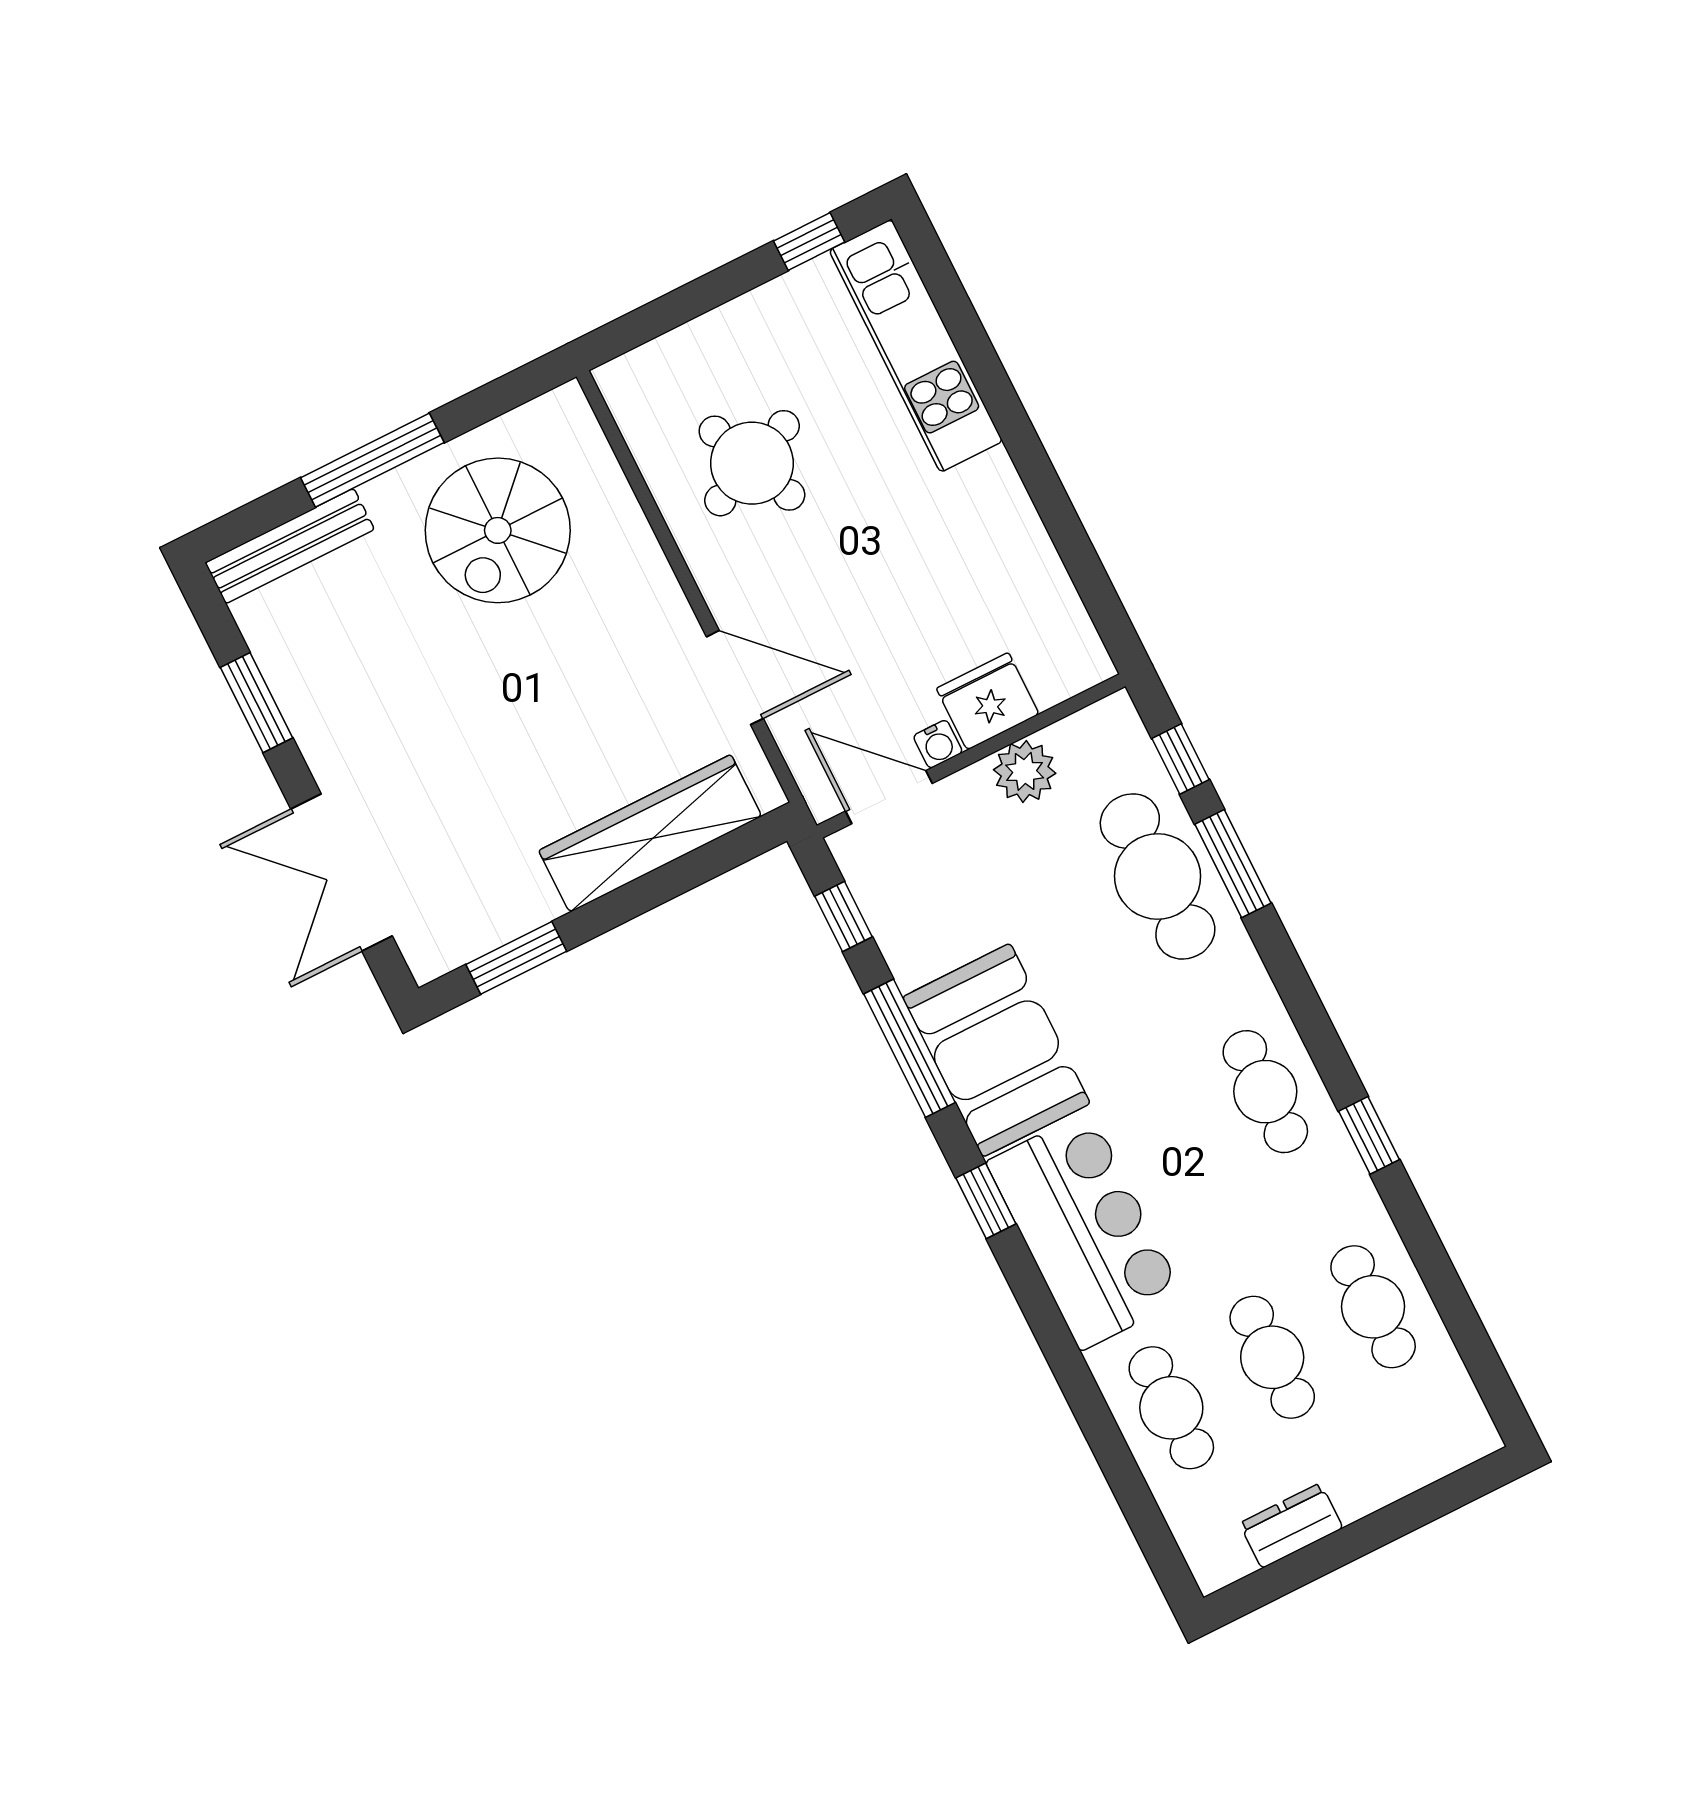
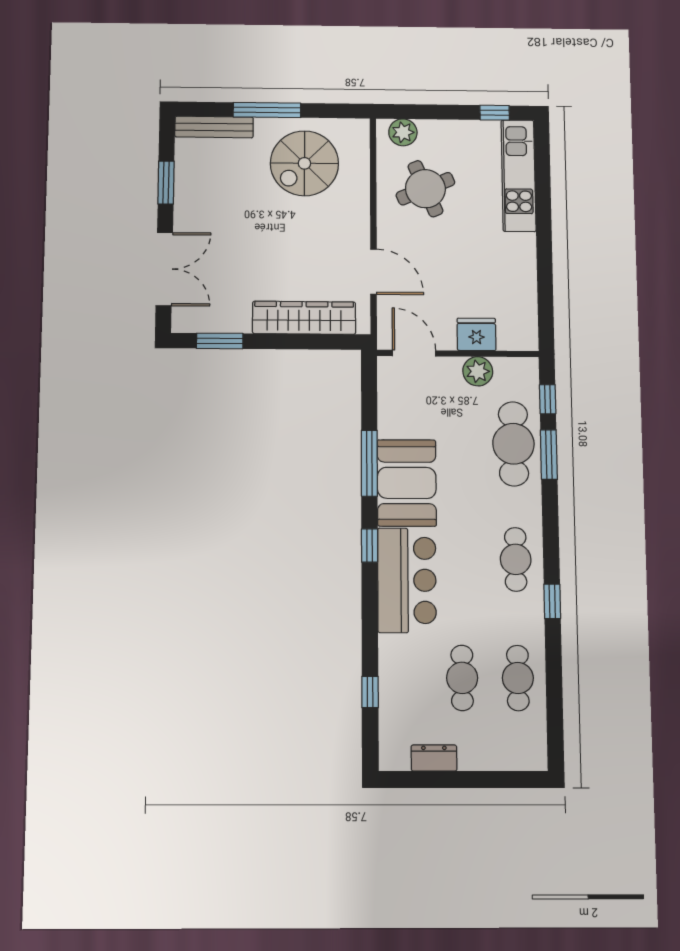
plant: (654, 372) -> (403, 132), added
water cooler: (938, 744) -> (446, 342), removed
double door: (342, 873) -> (164, 269), swing flipped
window: (844, 917) -> (370, 692), moved
cafe table: (1171, 1408) -> (406, 678), removed

